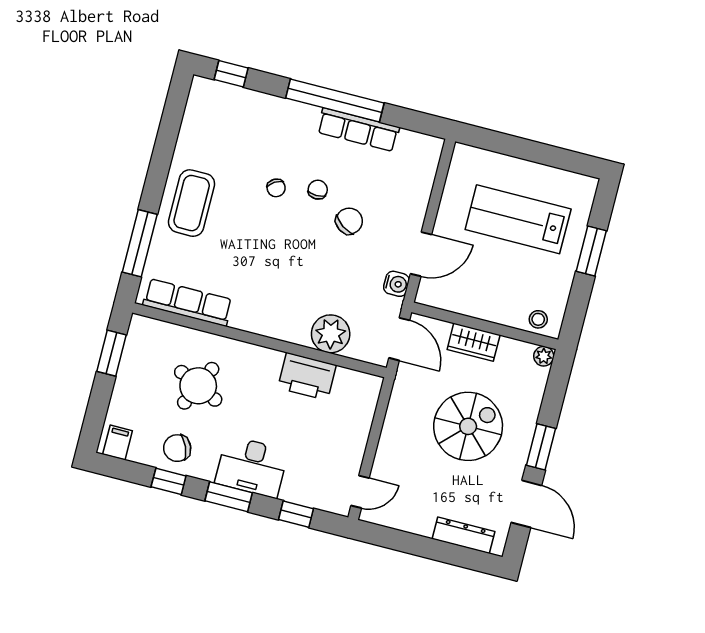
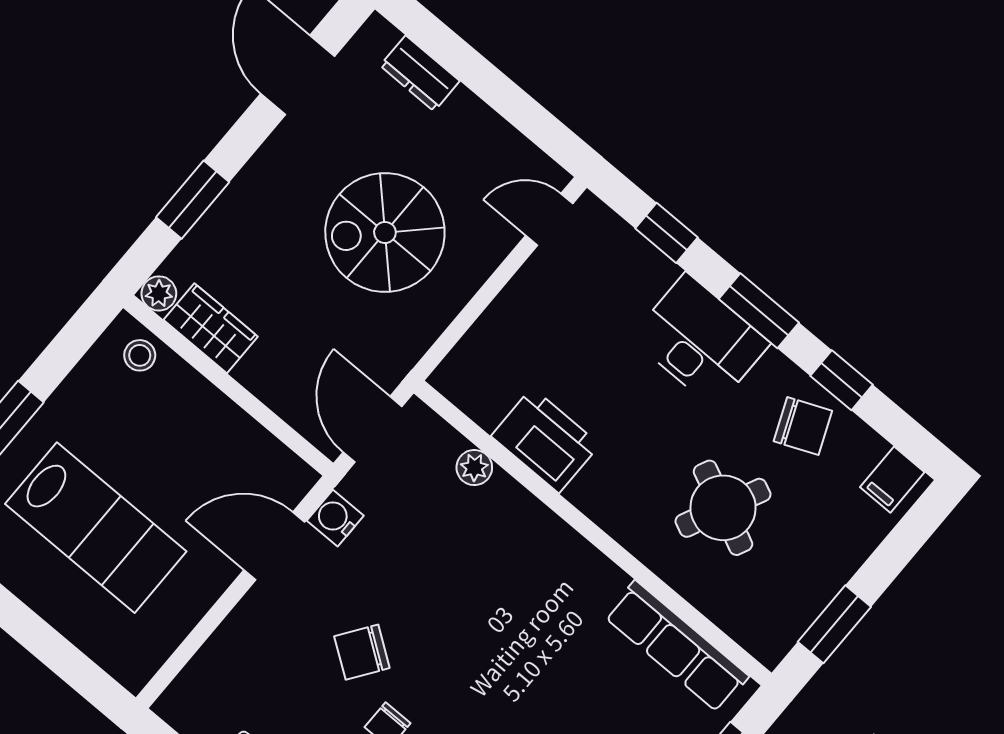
plant: (331, 334) -> (474, 468), width x0.53, depth x0.53
wardrobe: (474, 342) -> (211, 328), moved
spiral stairs: (468, 426) -> (385, 233), moved
window: (541, 447) -> (193, 200), moved
dresser: (463, 535) -> (420, 73), width x0.70

